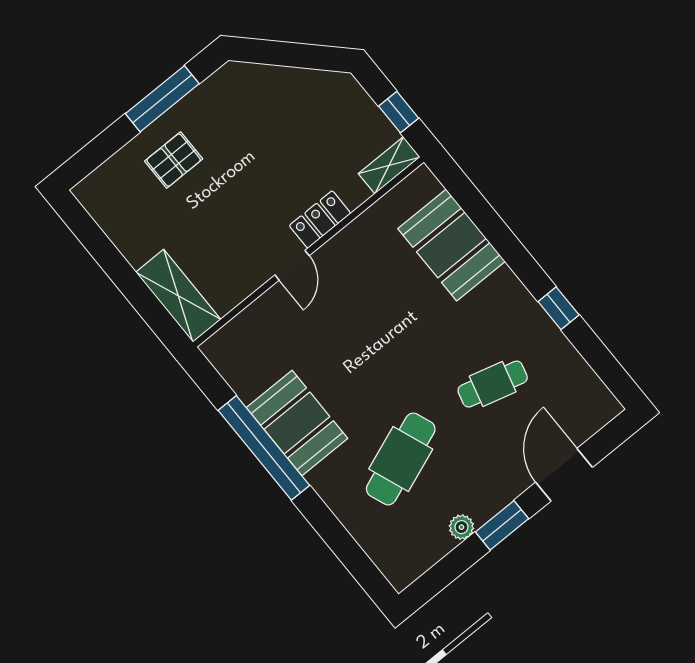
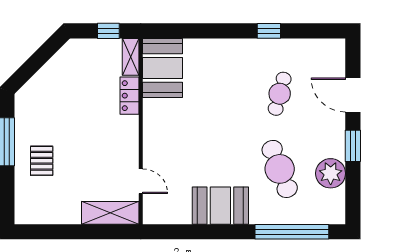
locker: (320, 219) -> (129, 96), moved
booth: (451, 245) -> (163, 68), moved, turned 90
door: (292, 265) -> (141, 181), moved
window: (264, 448) -> (292, 232), moved
plant: (461, 527) -> (331, 173), width x1.87, depth x1.87

